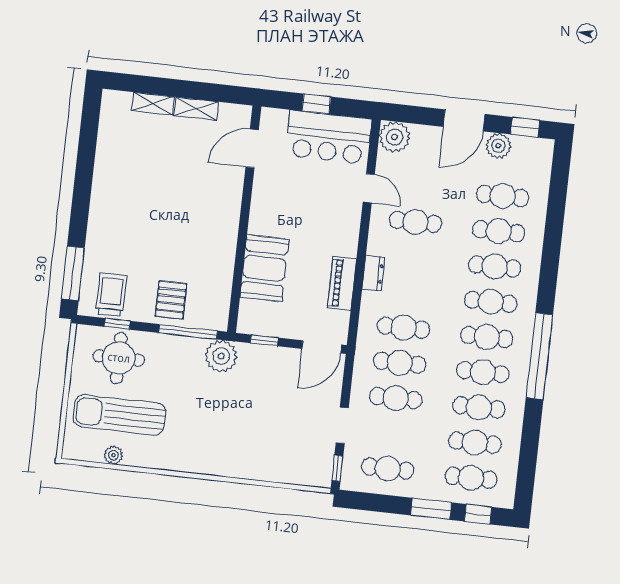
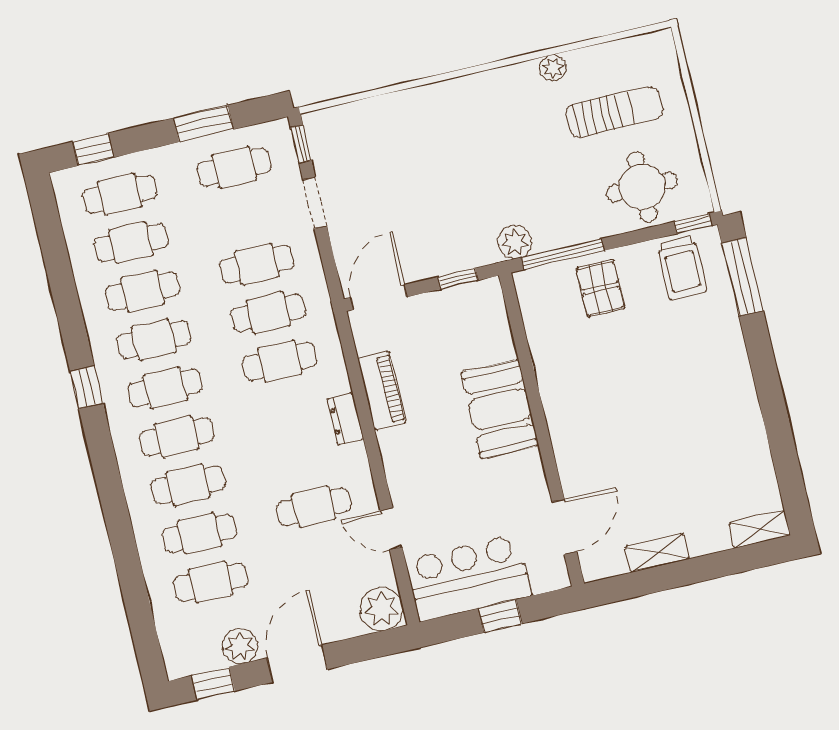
shelving: (153, 104) -> (760, 529), moved
booth: (264, 268) -> (500, 409), moved
window: (117, 324) -> (693, 224), moved
plant: (221, 356) -> (515, 242), width x0.73, depth x0.73
window: (539, 356) -> (87, 387), width x0.32
sun lounger: (119, 415) -> (614, 112), width x0.73, depth x0.75
plant: (113, 455) -> (553, 68), moved
window: (431, 509) -> (204, 124), moved

